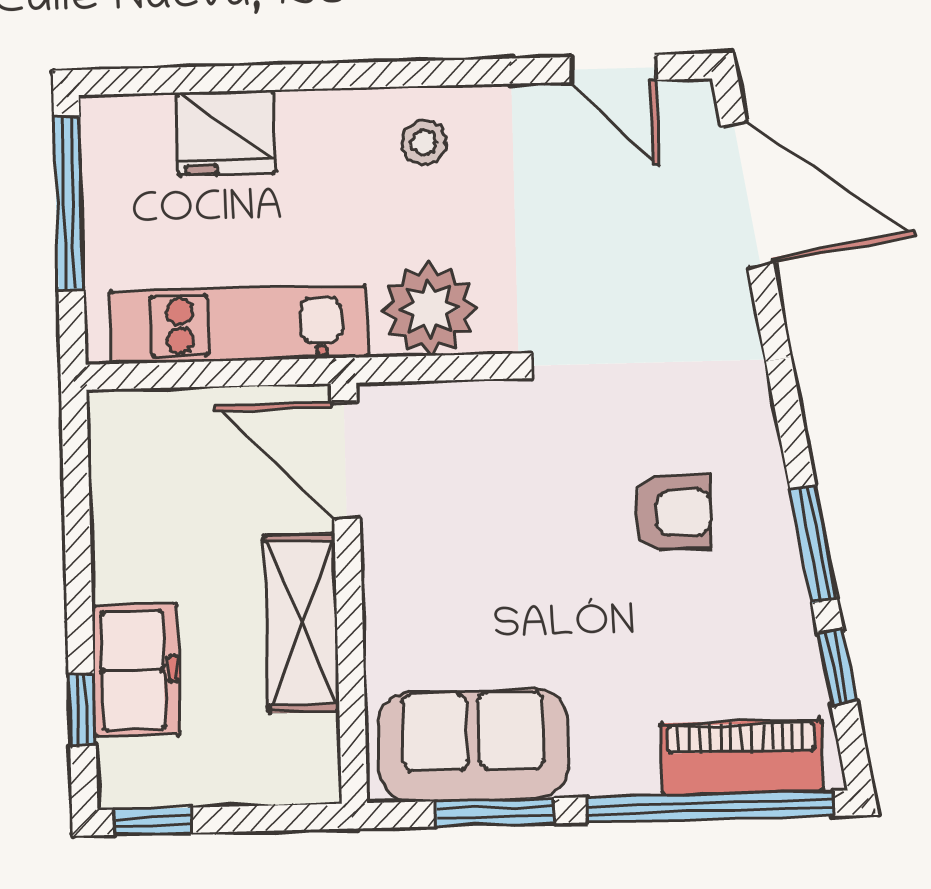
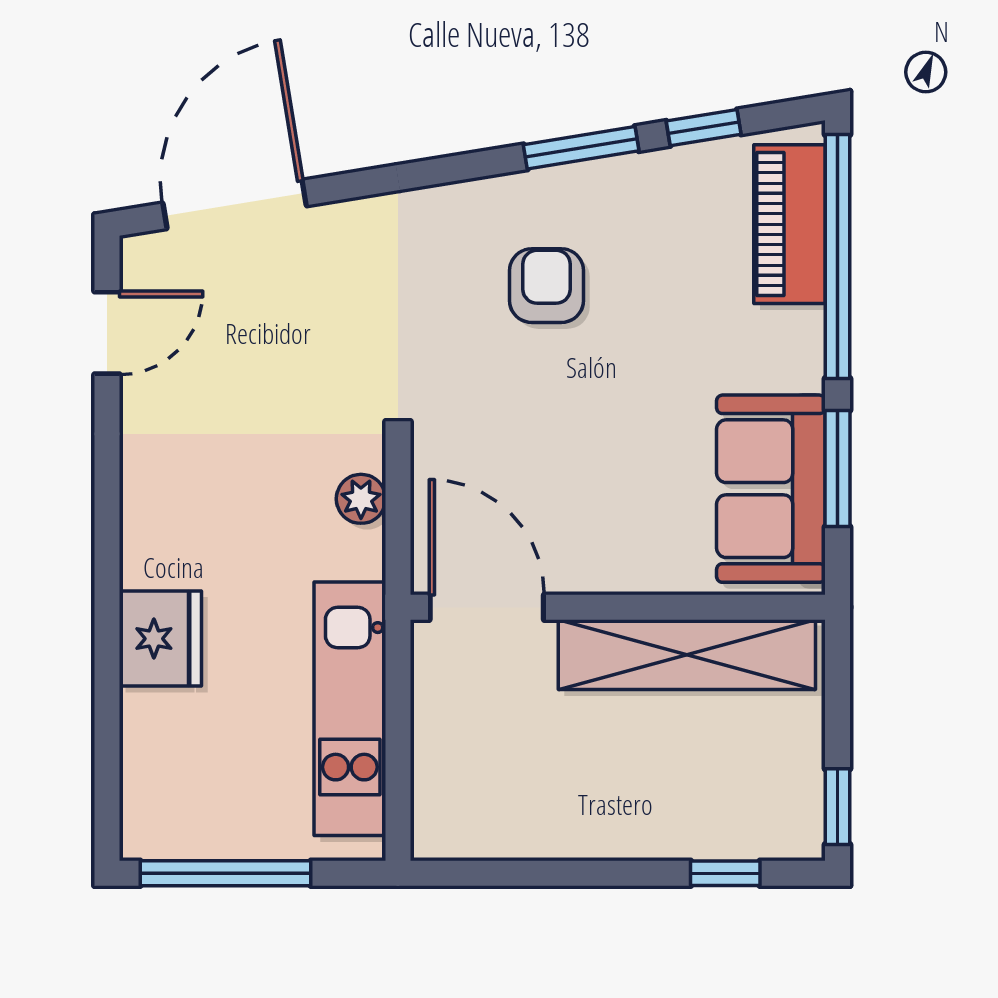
fridge: (226, 133) -> (160, 639), moved
stool: (424, 142) -> (175, 522), removed
plant: (429, 309) -> (361, 499), width x0.53, depth x0.53
door: (345, 461) -> (487, 607), swing flipped
shelving: (302, 623) -> (687, 655), width x1.47
freezer: (136, 670) -> (688, 819), removed

